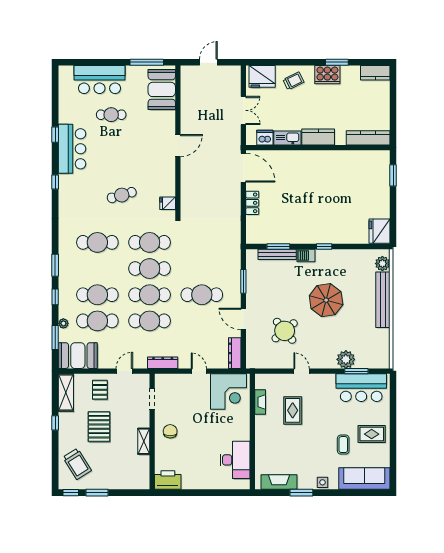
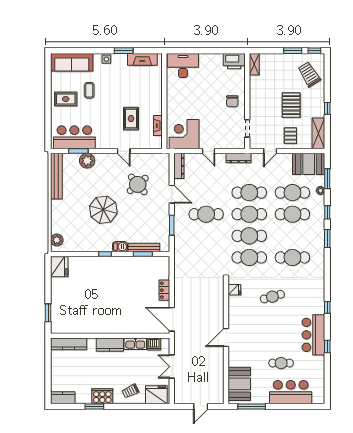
bench: (383, 300) -> (56, 176), moved
shelving: (144, 441) -> (254, 64), moved
desk: (235, 460) -> (183, 65), moved, turned 90

